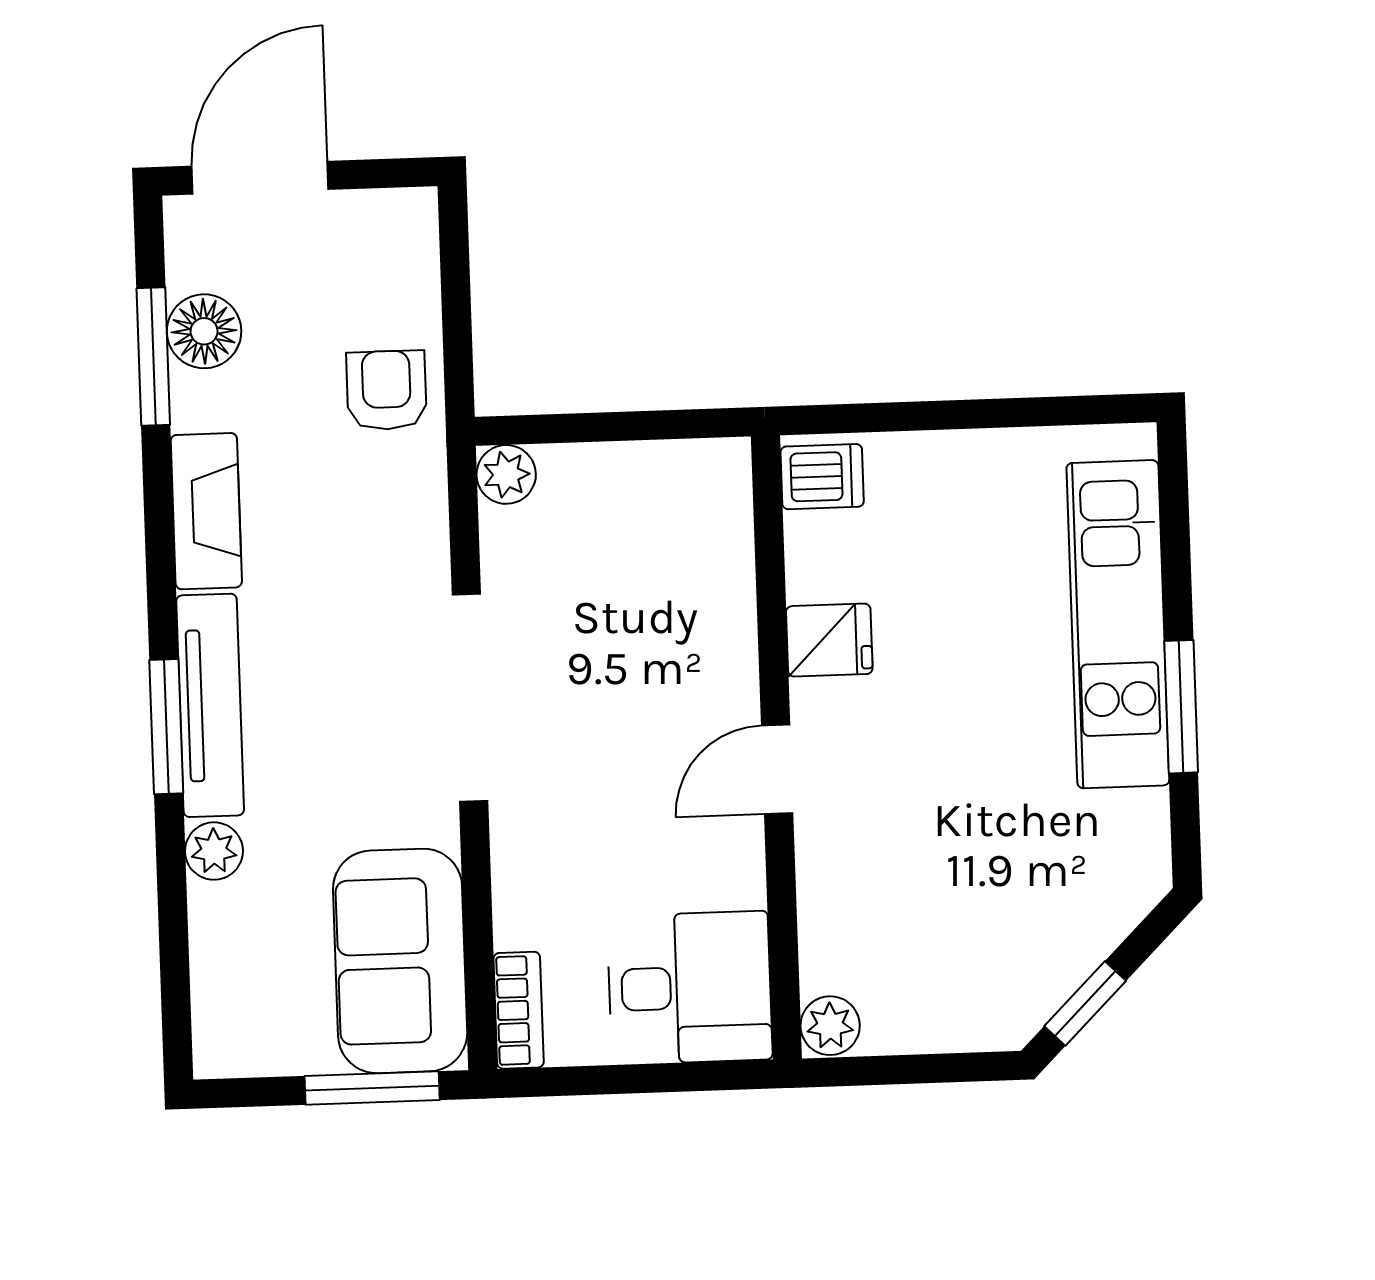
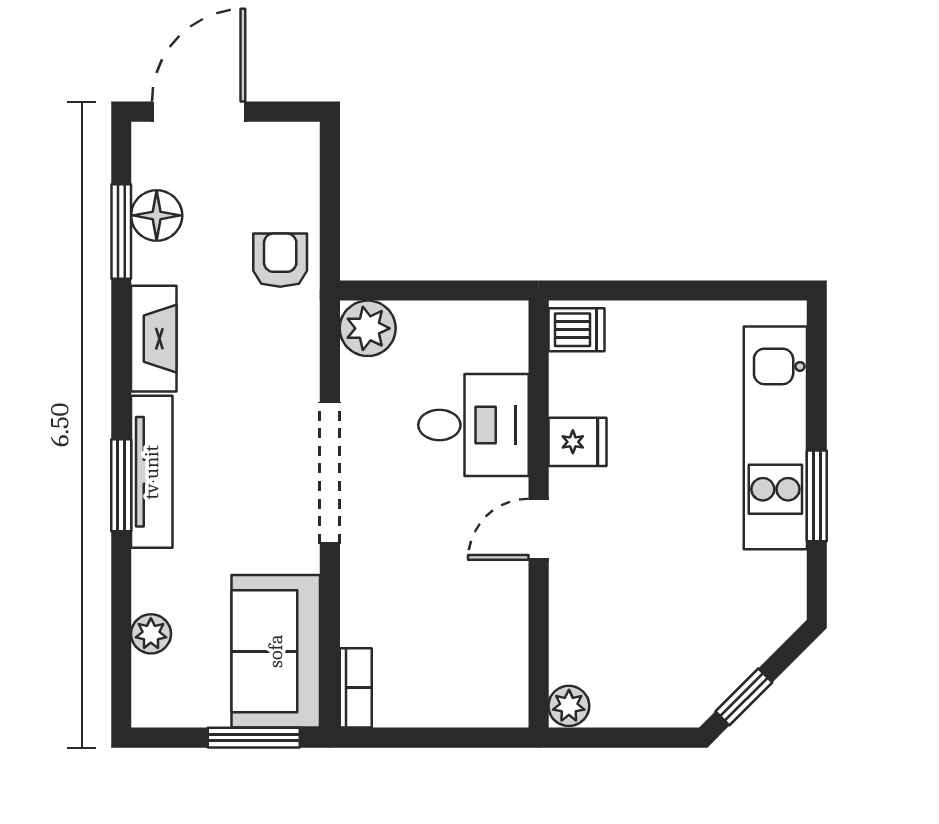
plant: (506, 474) -> (368, 328), width x1.38, depth x1.38
plant: (214, 851) -> (151, 634), moved
desk: (690, 988) -> (474, 425), moved

